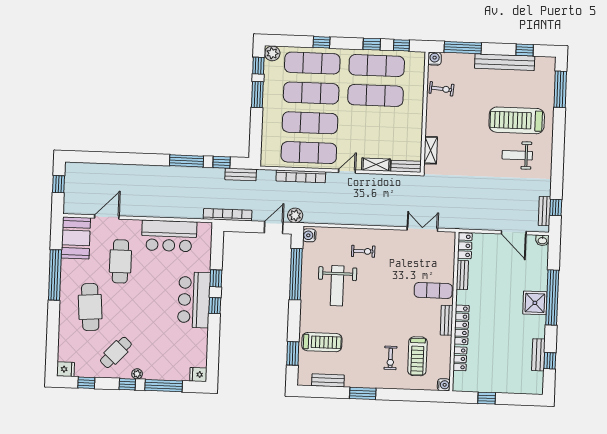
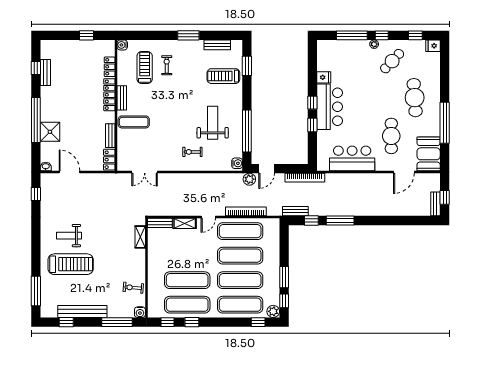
window: (322, 42) -> (258, 322), moved
weight bench: (517, 155) -> (69, 236), turned 180
bench: (544, 211) -> (435, 204), moved
shower: (535, 303) -> (50, 132), moved
fridge: (198, 375) -> (324, 77), moved

